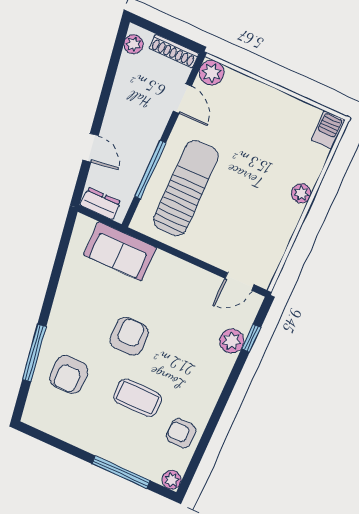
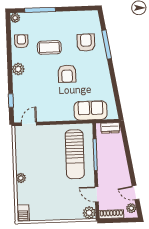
door: (91, 148) -> (136, 193), moved
plant: (232, 341) -> (18, 69), moved
armchair: (181, 433) -> (21, 41), turned -90

